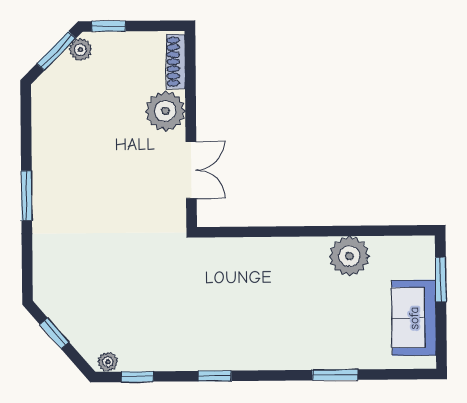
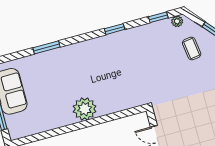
plant: (349, 256) -> (85, 109), moved
coffee table: (96, 311) -> (192, 49), added

